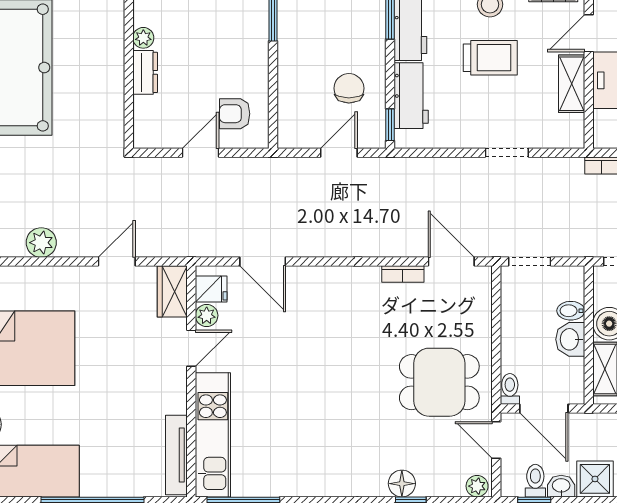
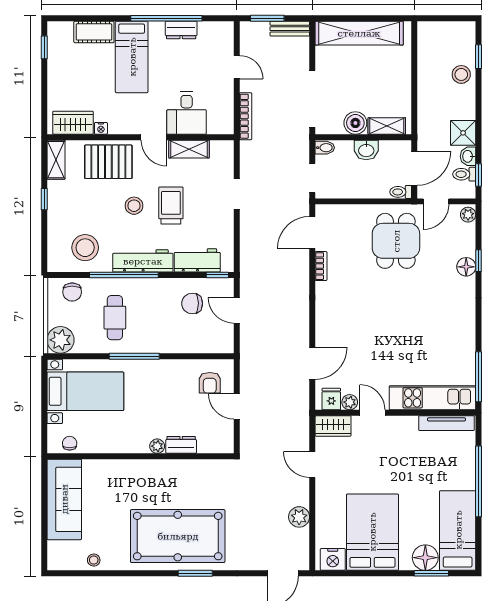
bidet: (571, 311) -> (325, 148), moved, turned -90

